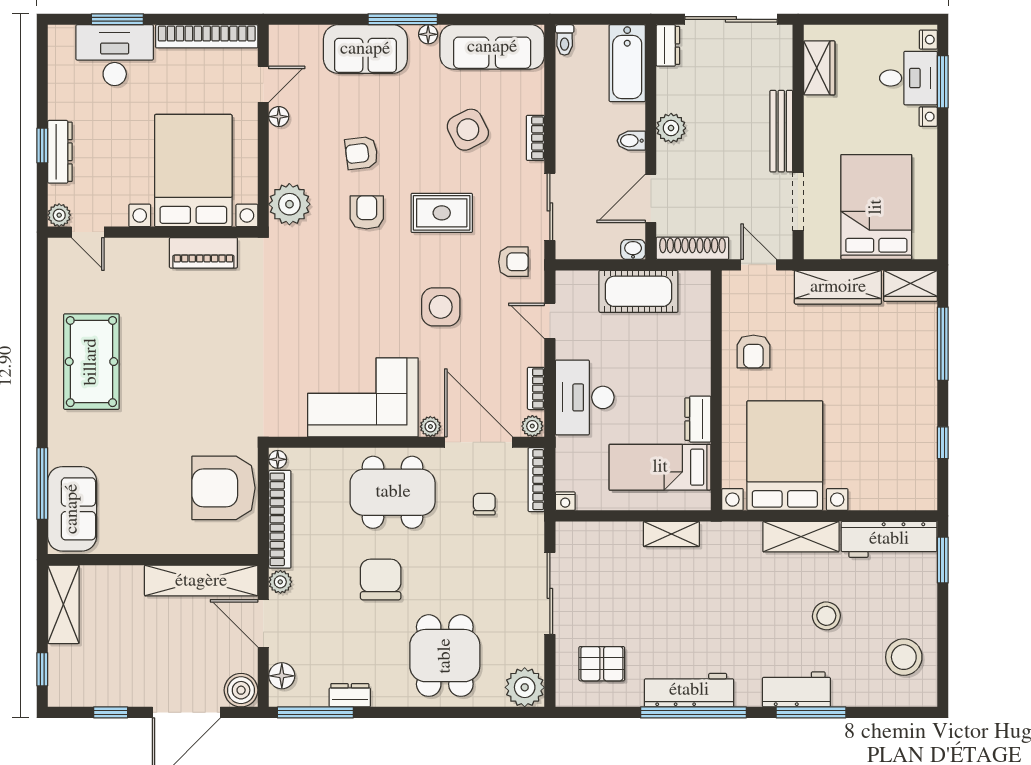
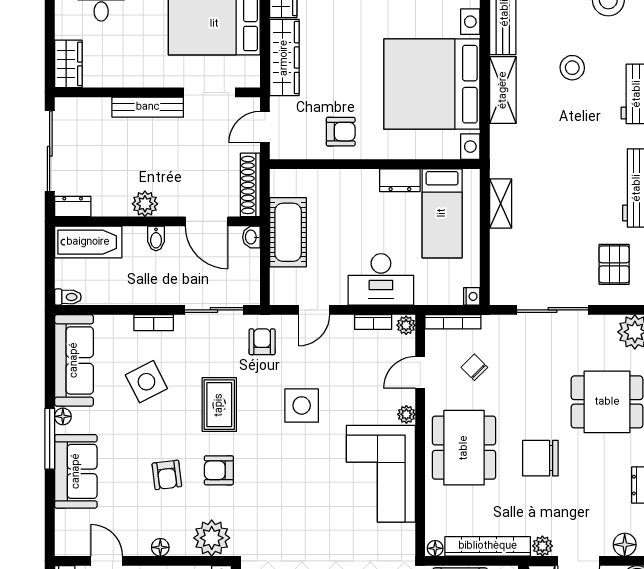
wardrobe: (819, 68) -> (68, 64), moved, turned 90
floor lamp: (279, 117) -> (160, 547), moved
door: (479, 442) -> (420, 372), width x0.53
bed with nightstands: (785, 456) -> (432, 84), width x1.36
chair: (484, 504) -> (474, 367), turned 45

